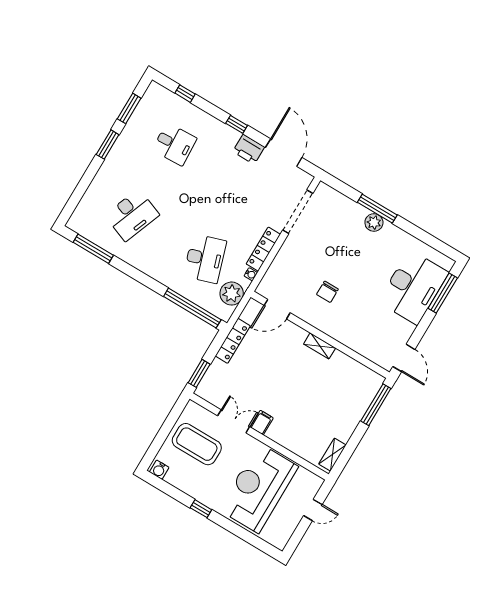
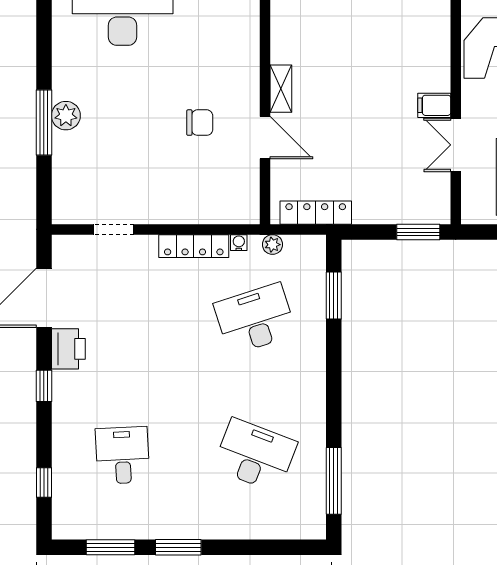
doorway: (298, 212) -> (114, 229), width x0.53
plant: (232, 294) -> (272, 245), width x0.53, depth x0.53
window: (192, 308) -> (334, 295), width x0.47
door: (277, 309) -> (265, 138), moved
locker: (233, 341) -> (316, 213), moved

